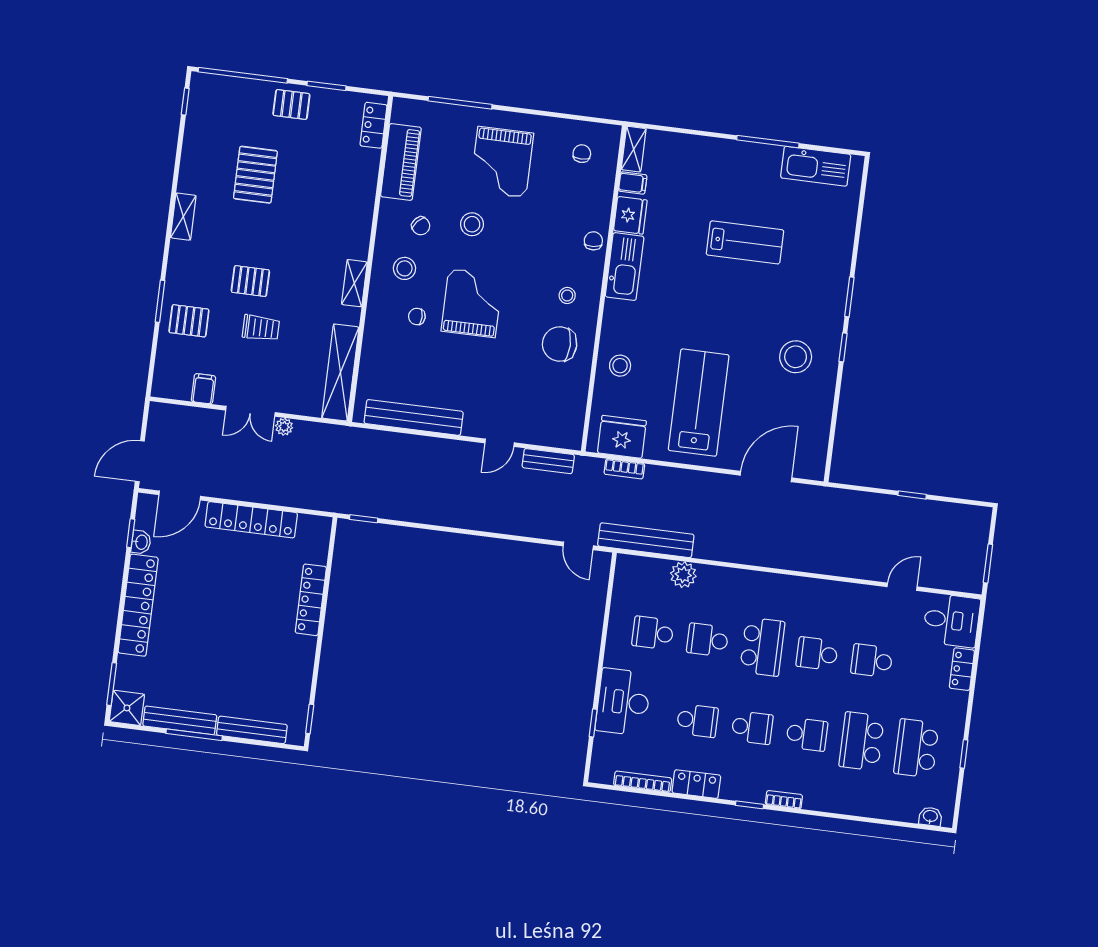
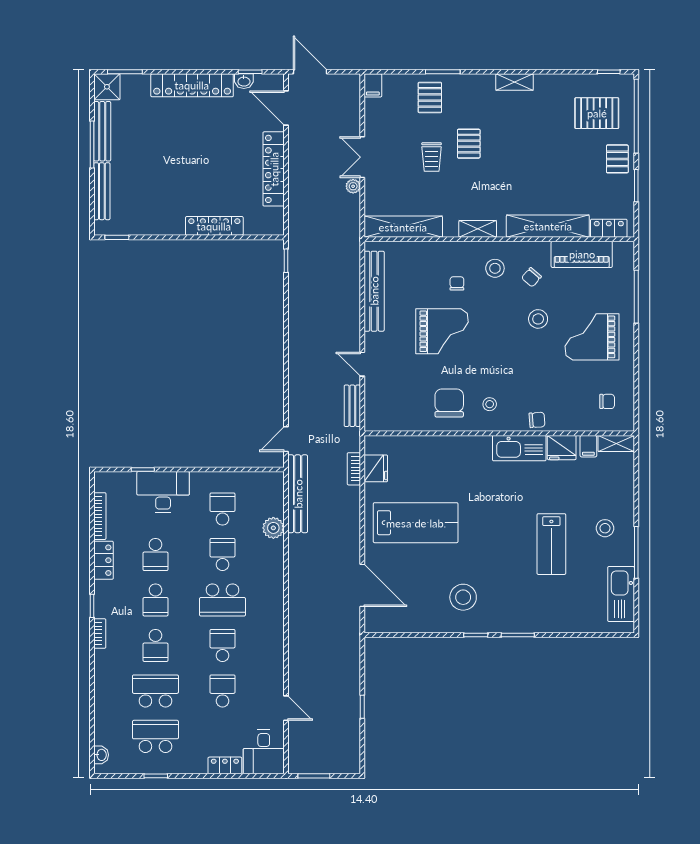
pallet: (255, 175) -> (597, 113), moved
shelving: (362, 198) -> (548, 226), added
grand piano: (472, 303) -> (442, 331), moved
stool: (620, 366) -> (605, 528), moved
filing cabinet: (203, 389) -> (373, 85), moved, turned 90
fridge: (622, 437) -> (376, 468), width x0.73, depth x0.75

